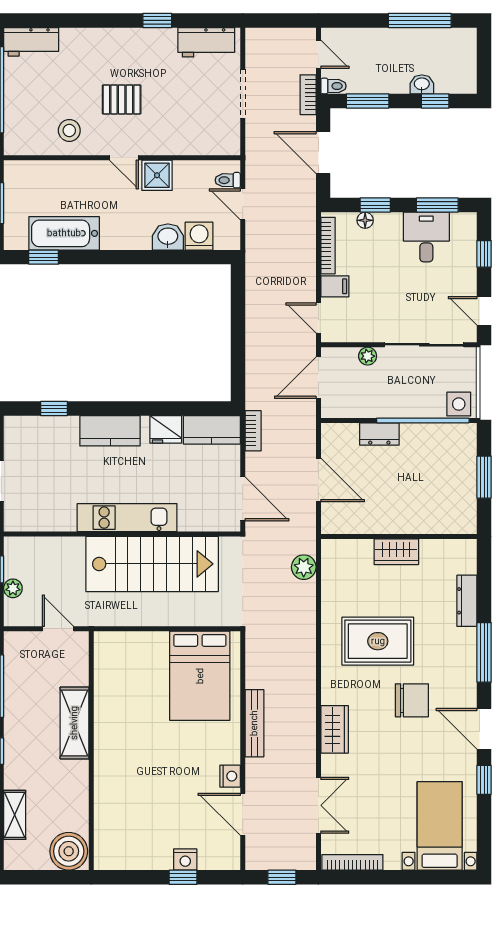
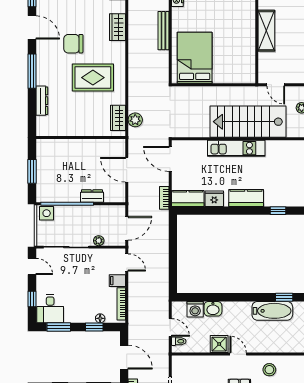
desk: (426, 237) -> (50, 309), moved
wardrobe: (396, 552) -> (118, 118), moved, turned -90
stairs: (152, 564) -> (248, 122), moved

